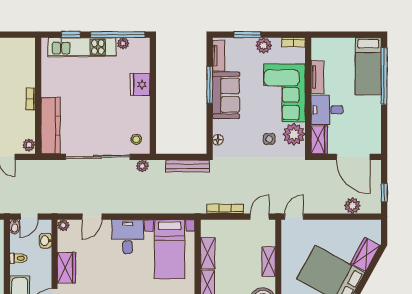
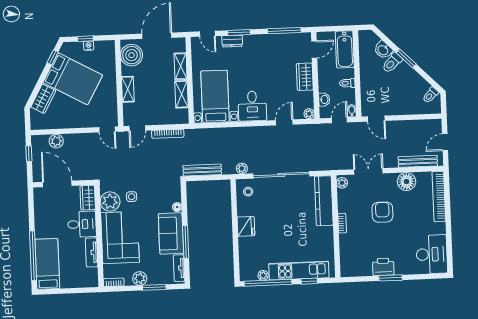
fridge: (140, 84) -> (246, 226), moved
floor lamp: (218, 140) -> (177, 207), moved
door: (294, 217) -> (107, 129), hinge flipped

